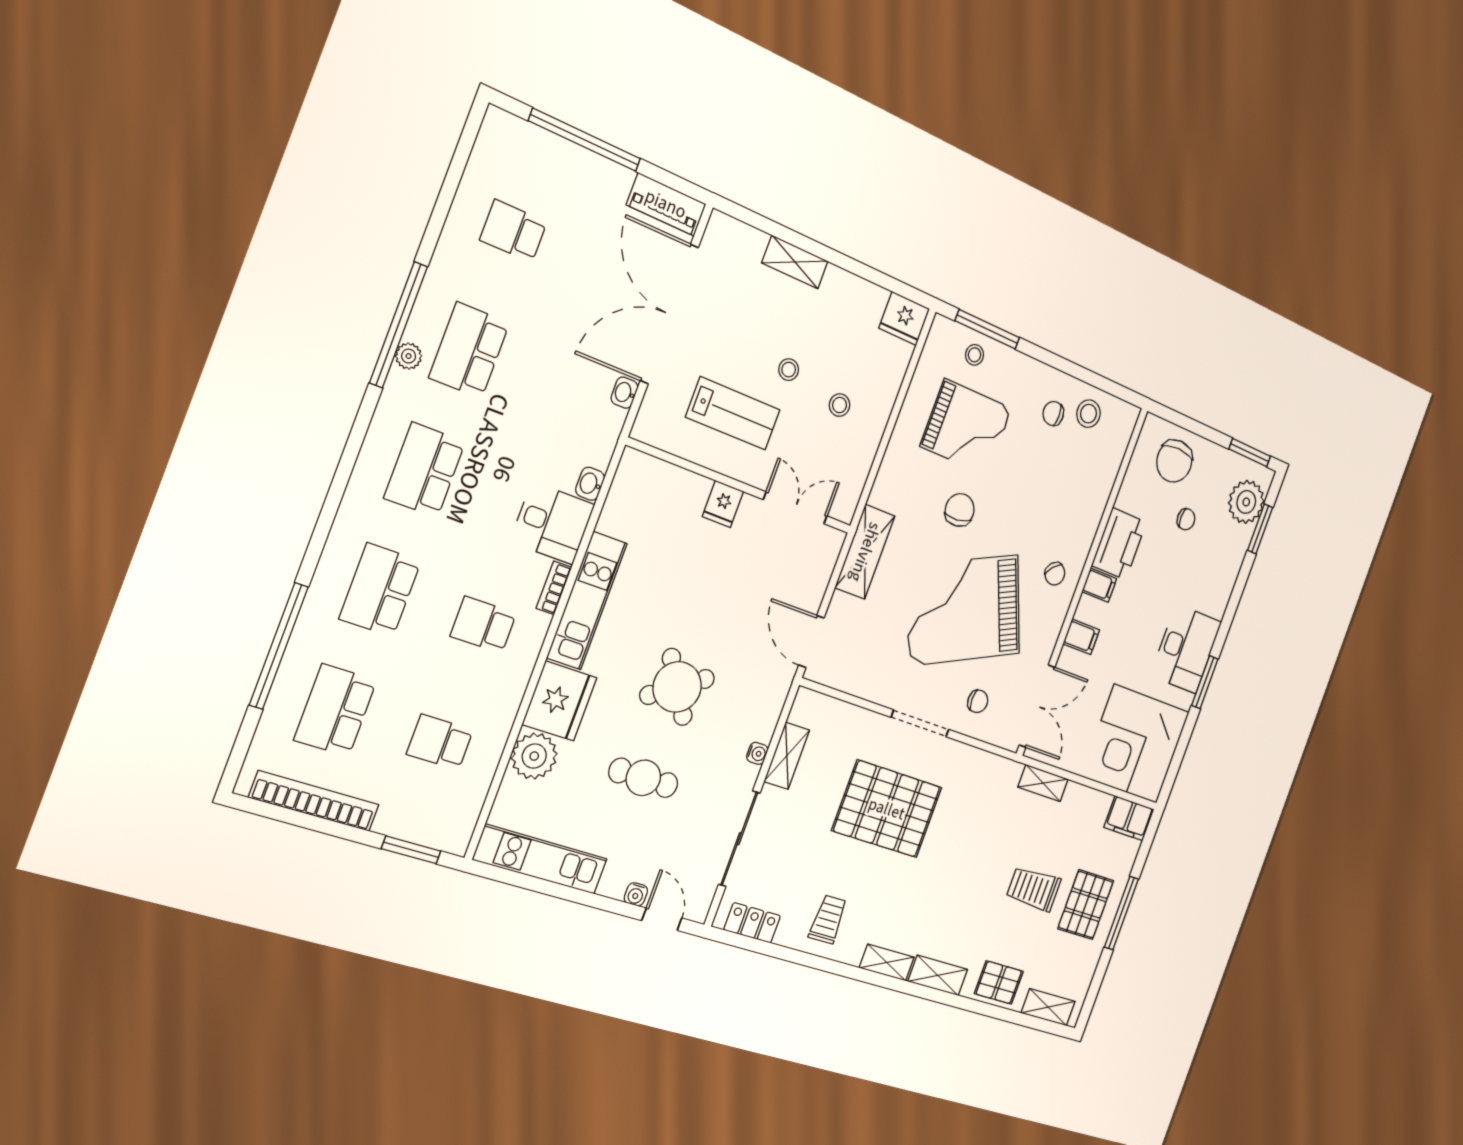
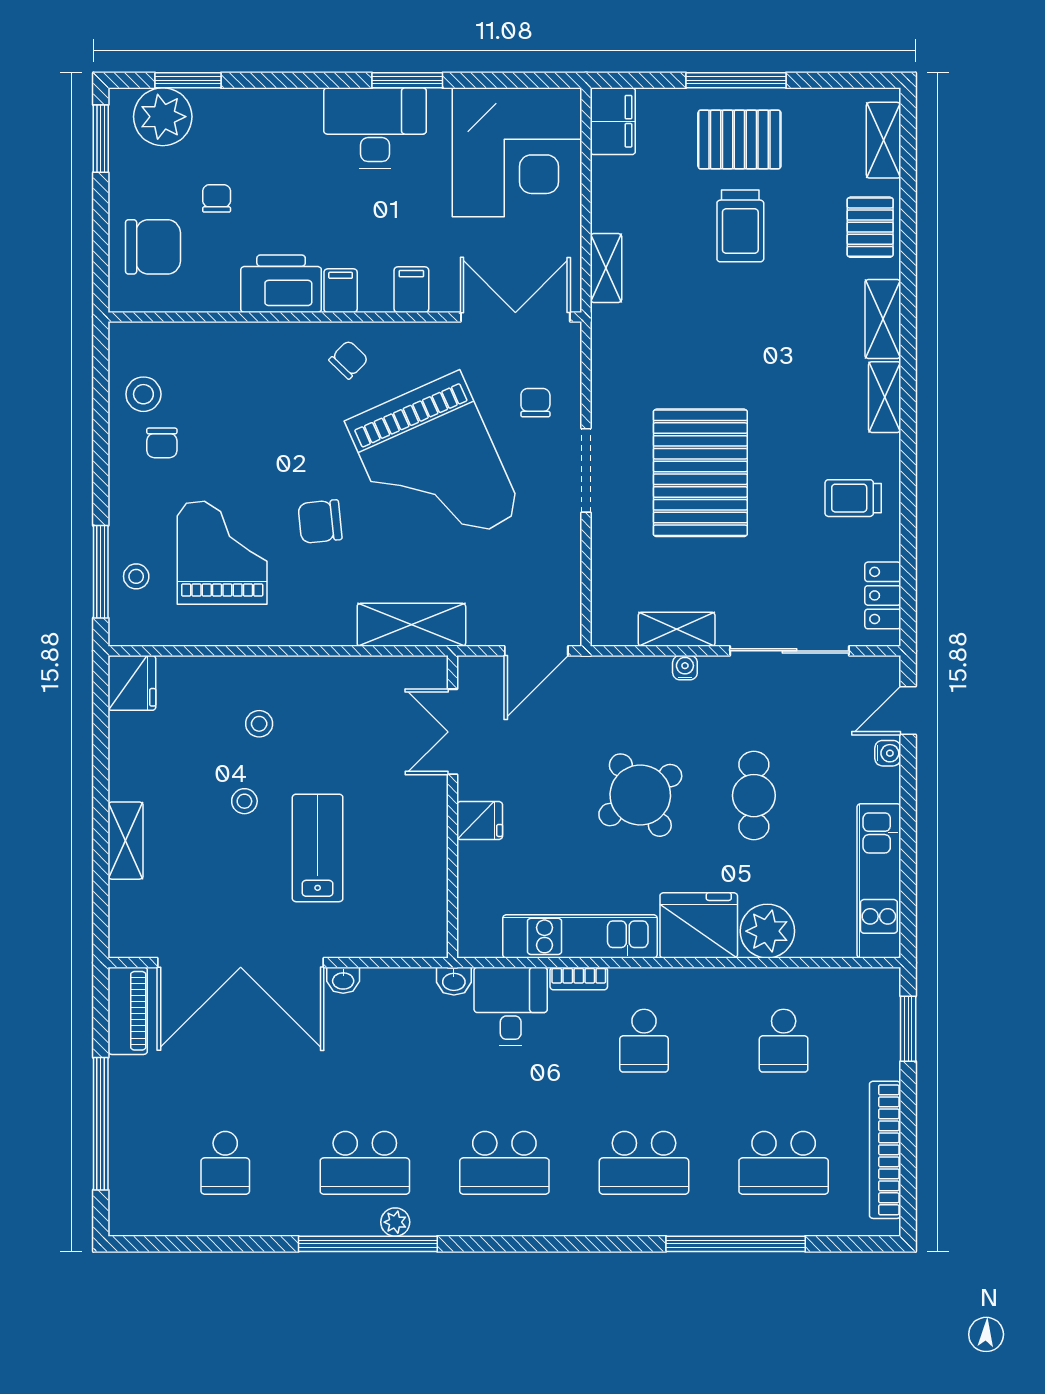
wall: (741, 486) -> (452, 807), moved
fridge: (723, 504) -> (480, 821), moved
double door: (795, 508) -> (452, 732), moved

